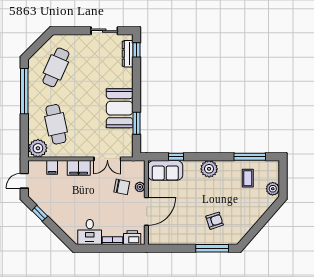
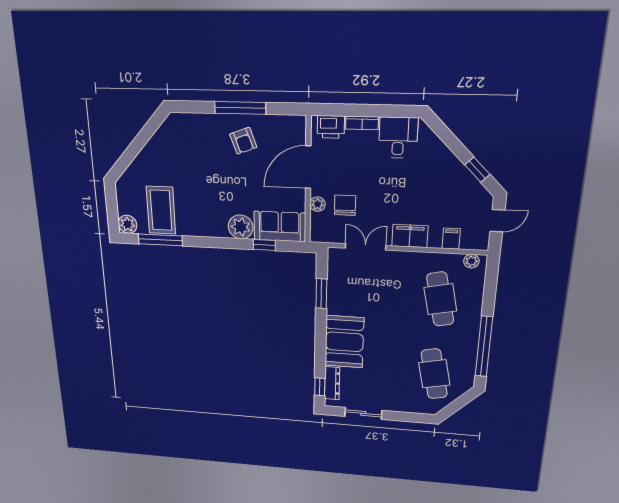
cafe table: (56, 67) -> (434, 374), turned -36
booth: (120, 108) -> (344, 342), moved
plant: (38, 148) -> (471, 261), width x0.53, depth x0.53
plant: (209, 169) -> (241, 227), moved
coffee table: (248, 178) -> (161, 210), width x1.86, depth x1.72
chair: (122, 187) -> (345, 205), turned 79
plant: (273, 189) -> (128, 224), moved
armchair: (215, 221) -> (243, 141), moved, turned -92
window: (212, 248) -> (240, 108), moved

